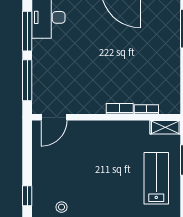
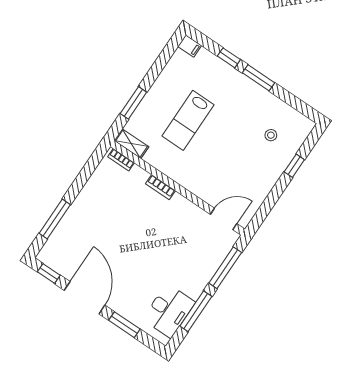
bookcase: (146, 109) -> (121, 160), moved
lab bench: (156, 178) -> (188, 120), moved

